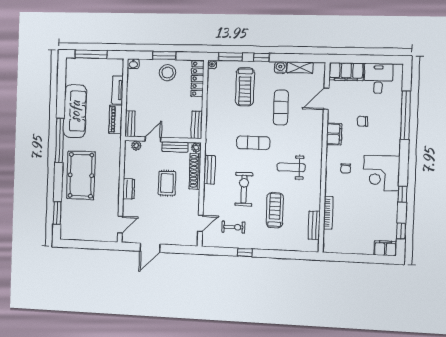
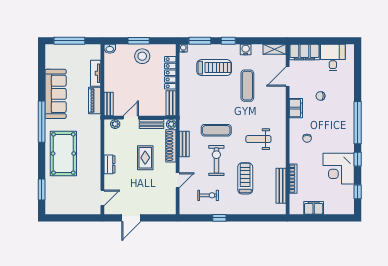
shelving: (300, 68) -> (275, 49), moved
locker: (197, 79) -> (170, 73), moved
treadmill: (245, 87) -> (214, 68), turned -90
window: (405, 115) -> (358, 123), moved
exercise mat: (253, 143) -> (216, 130), moved
corner desk: (381, 173) -> (339, 169), moved
door: (200, 223) -> (178, 180), moved
bench: (314, 225) -> (281, 186), width x1.36
filing cabinet: (385, 248) -> (314, 208), moved

